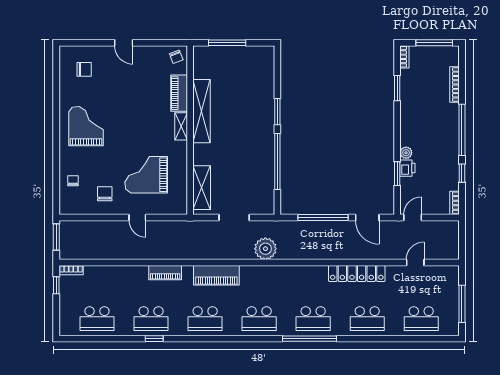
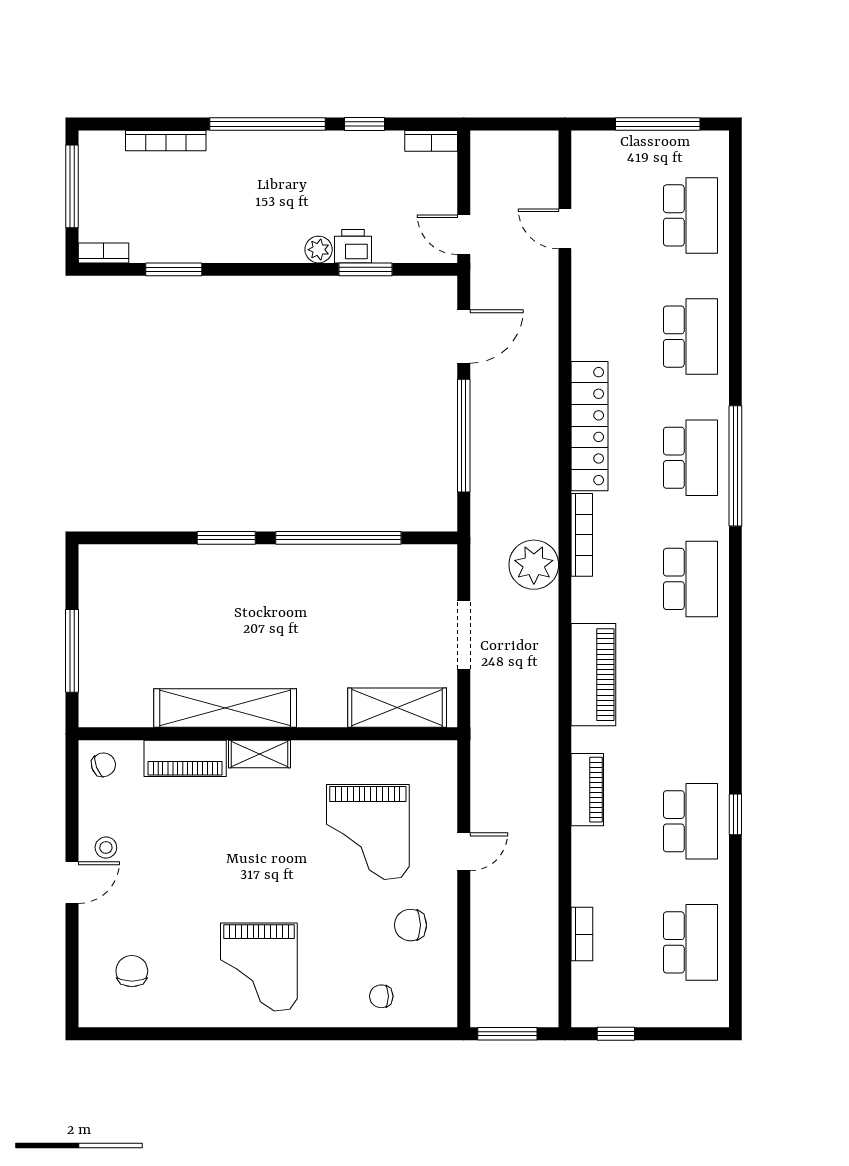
stool: (139, 58) -> (106, 848), added
grand piano: (86, 126) -> (259, 967), turned -90
bookcase: (71, 270) -> (582, 934), moved
bookcase: (279, 270) -> (582, 535), added
locker: (357, 274) -> (589, 426), moved
school desk: (205, 319) -> (691, 700), removed

